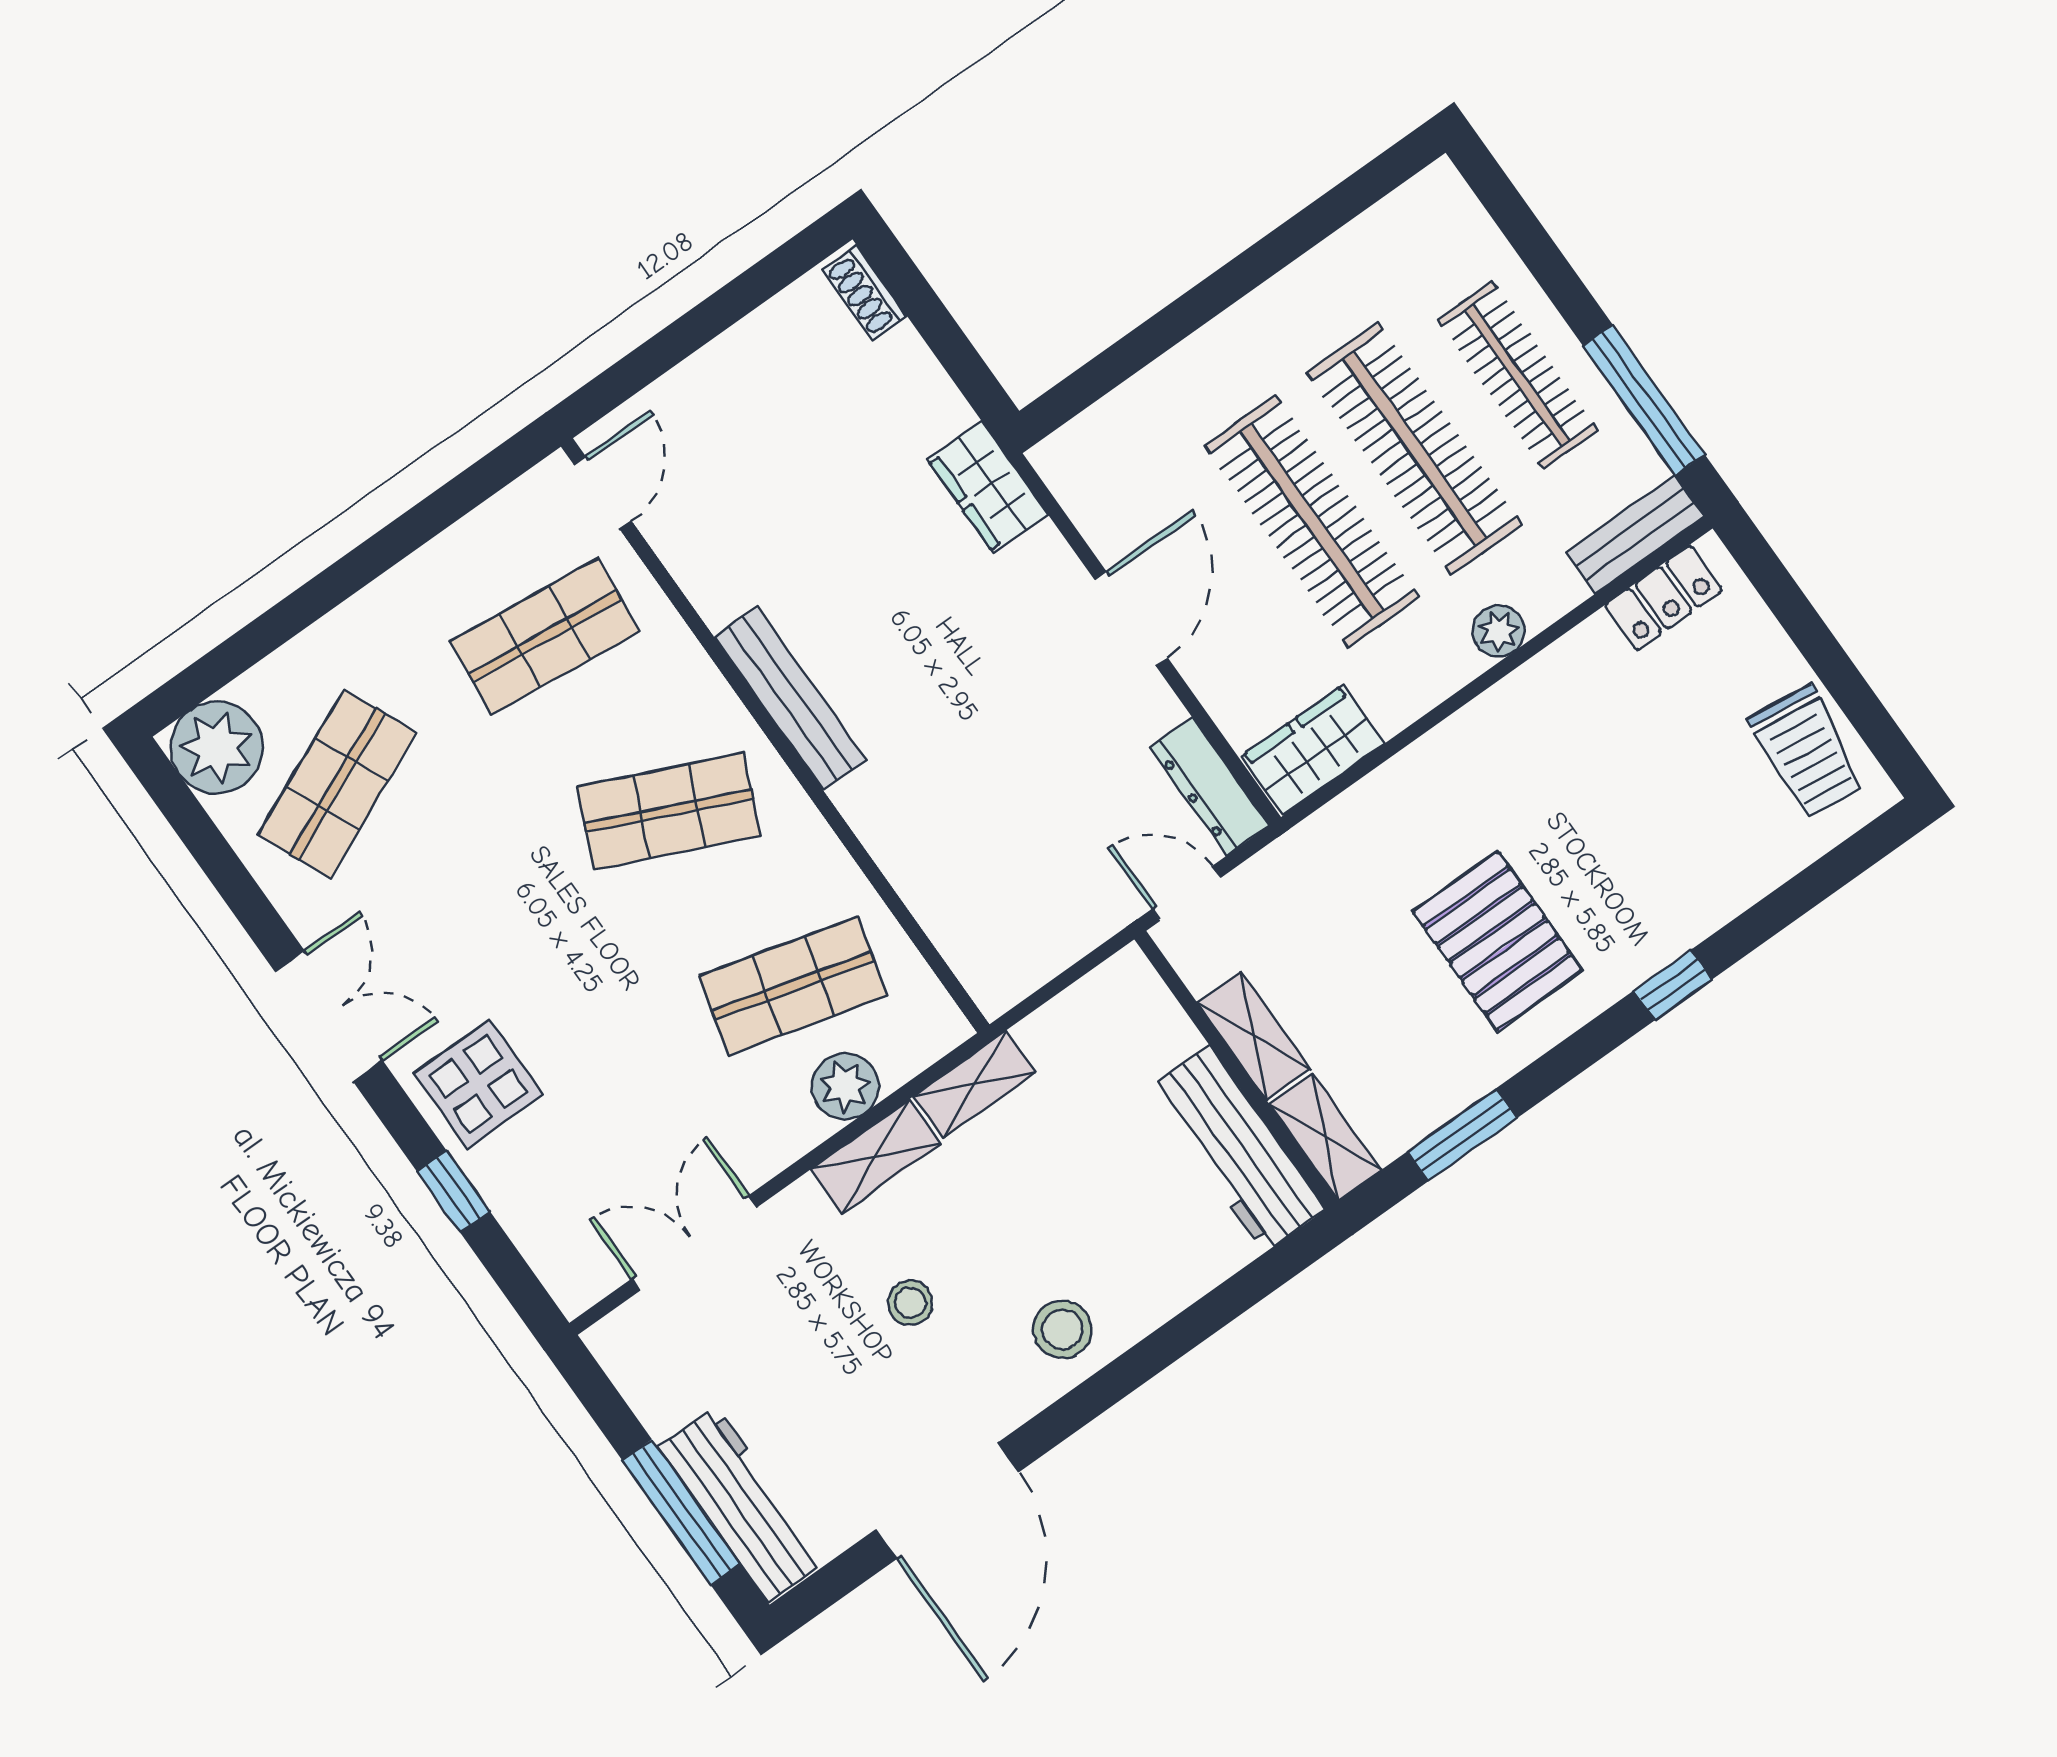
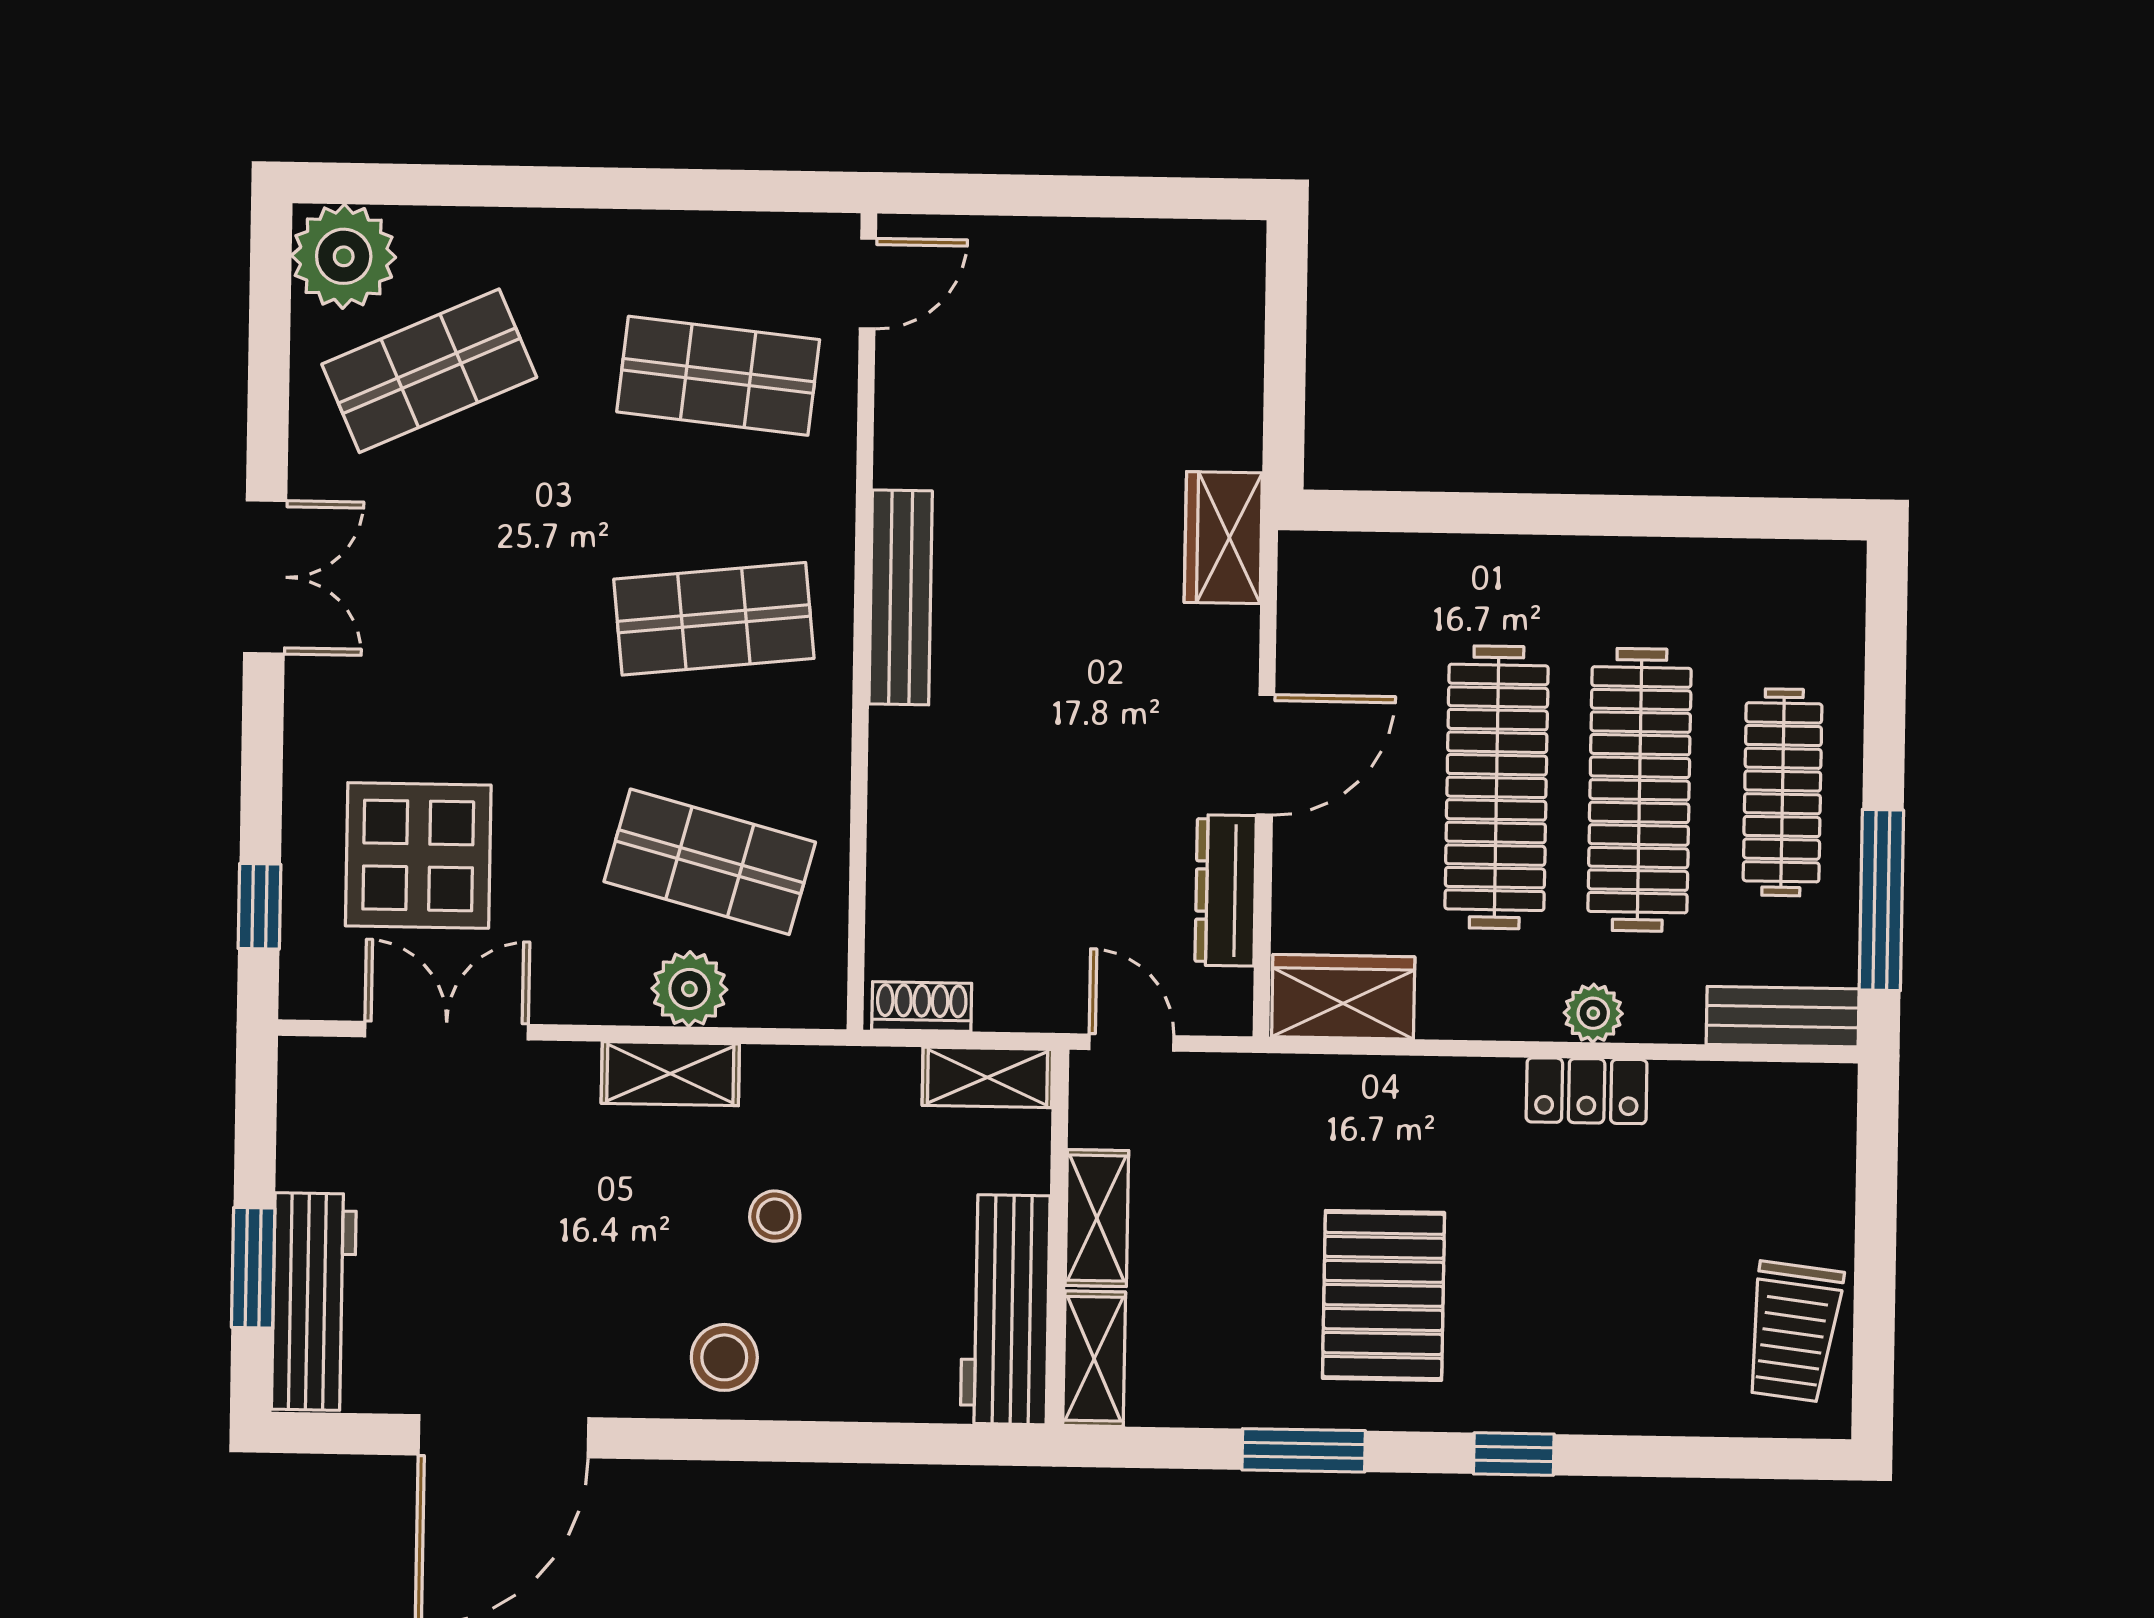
shoe rack: (864, 293) -> (922, 1007), moved, turned 90
locker: (1664, 598) -> (1587, 1091), moved
dresser: (1210, 786) -> (1226, 890), moved
shop shelf: (669, 811) -> (714, 619), turned -30
display table: (478, 1084) -> (418, 855), moved, width x1.36, depth x1.36
shelving: (975, 1084) -> (987, 1077), moved
window: (1462, 1135) -> (1304, 1450), moved
window: (453, 1191) -> (259, 906), moved
stool: (910, 1303) -> (775, 1216), moved
window: (681, 1512) -> (253, 1268), width x0.69

